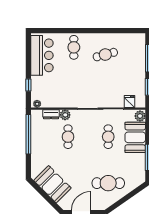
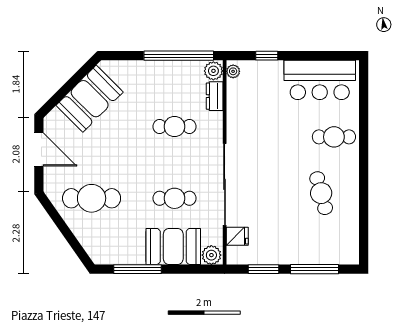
plant: (65, 115) -> (213, 71), moved
cafe table: (108, 183) -> (92, 198), turned 90

